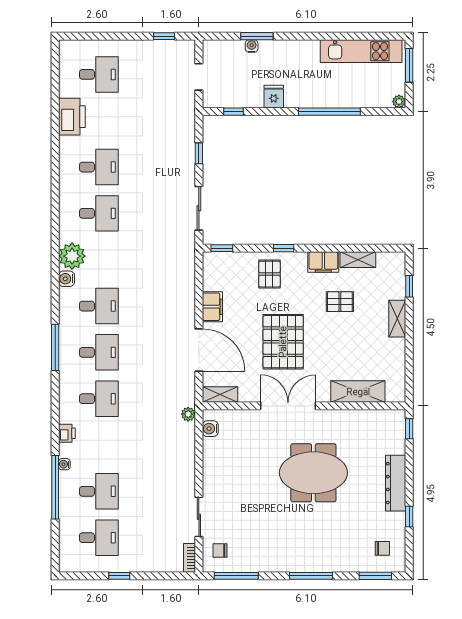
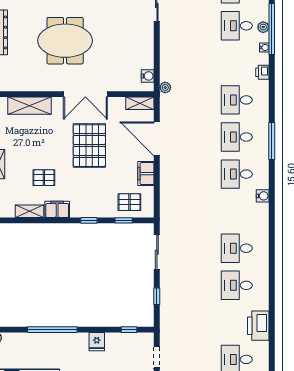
window: (222, 248) -> (124, 220), moved
plant: (72, 256) -> (263, 27), moved, width x0.53, depth x0.53
pallet: (269, 274) -> (129, 202), moved, turned 90

